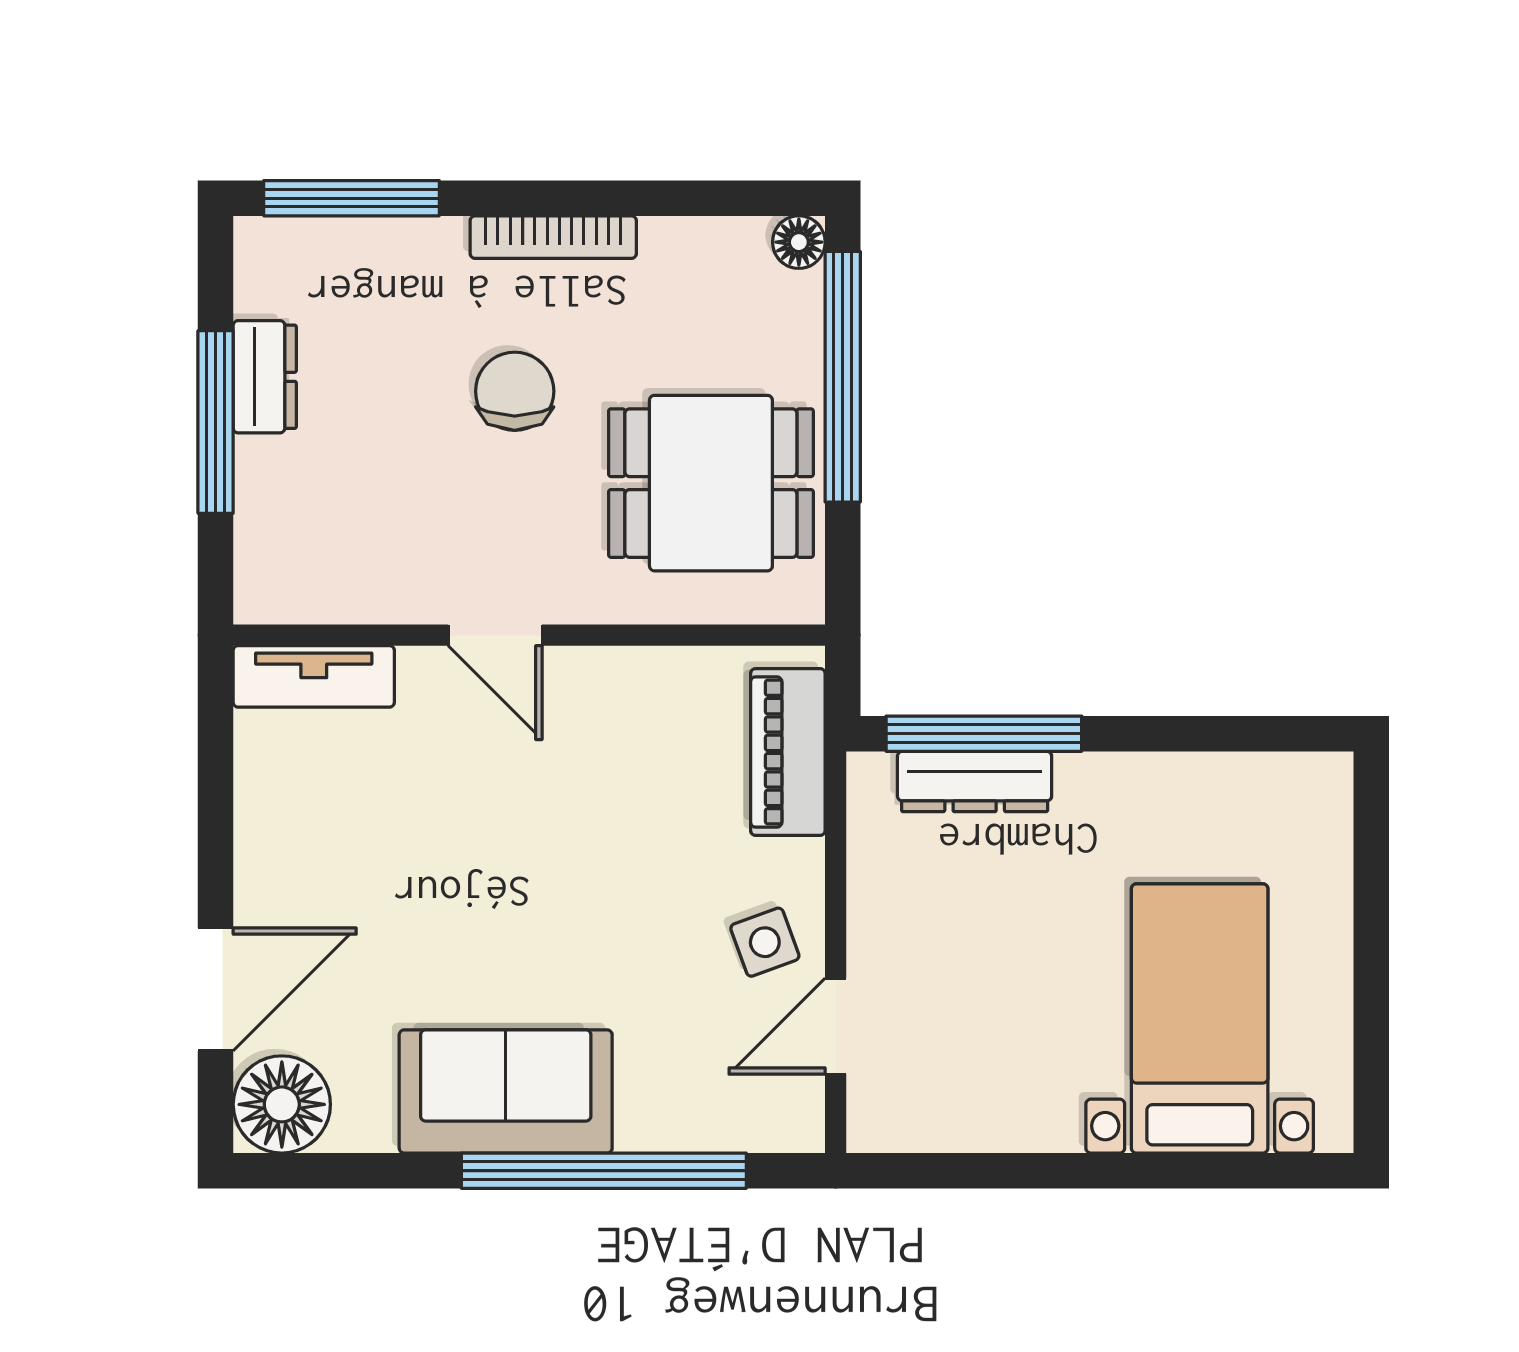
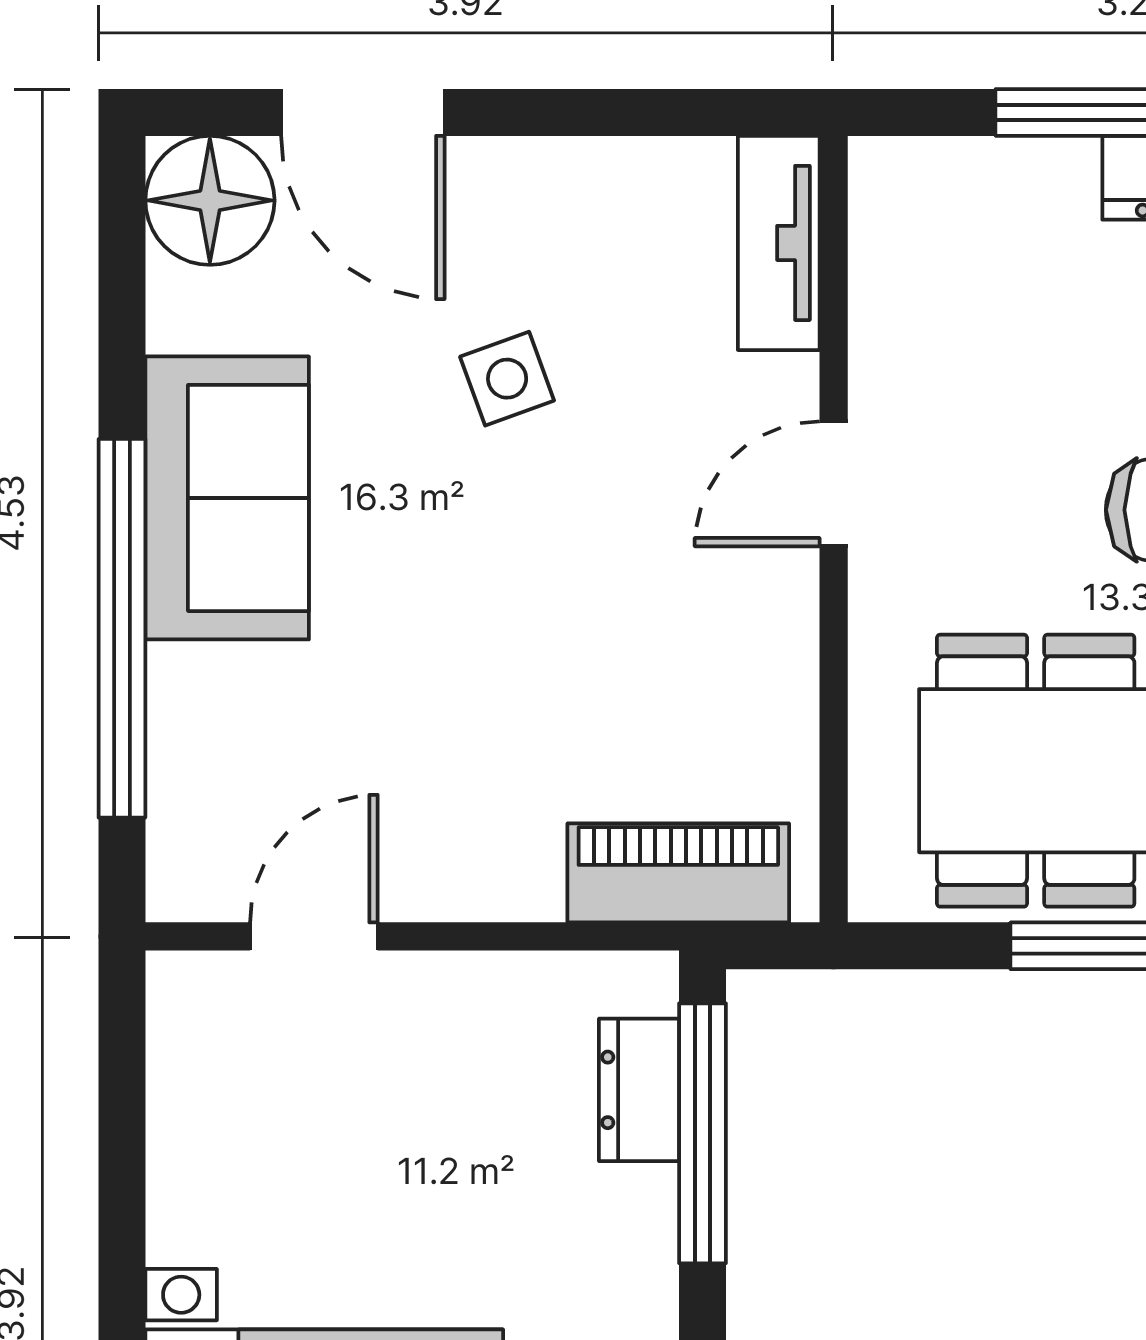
dresser: (975, 782) -> (639, 1090), width x0.70
side table: (765, 942) -> (507, 379), moved
door: (836, 1026) -> (314, 936), hinge flipped

